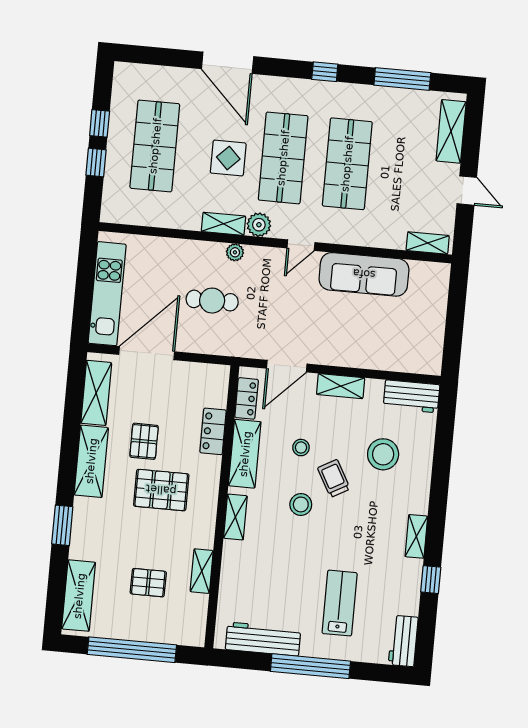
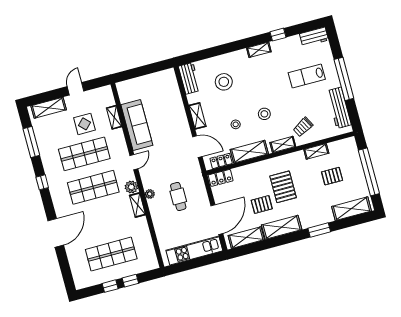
display table: (228, 158) -> (84, 124), moved
shelving: (428, 243) -> (114, 117), moved
door: (301, 245) -> (134, 162), hinge flipped
door: (147, 353) -> (217, 220), swing flipped
locker: (213, 431) -> (221, 178), moved
trolley: (334, 478) -> (303, 127), moved
pallet: (148, 583) -> (332, 176), turned 90

